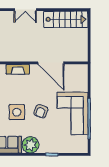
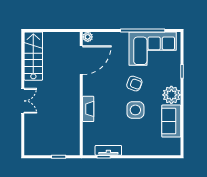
door: (51, 63) -> (81, 60), moved
plant: (83, 69) -> (88, 37), added
corner sofa: (73, 113) -> (153, 49), moved

